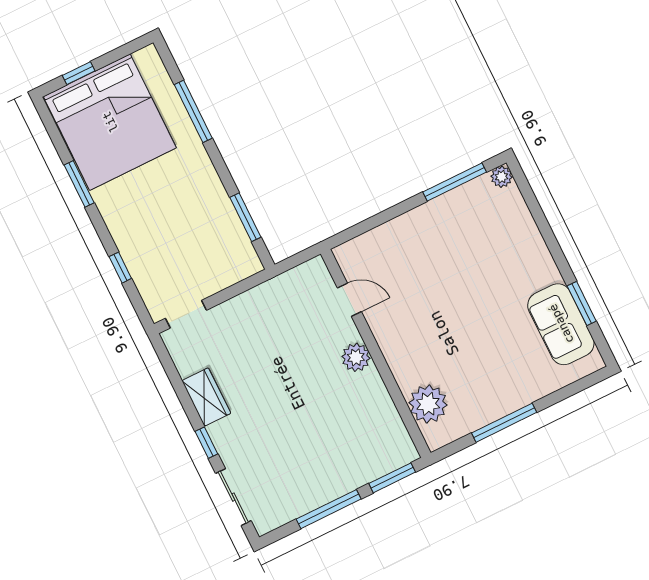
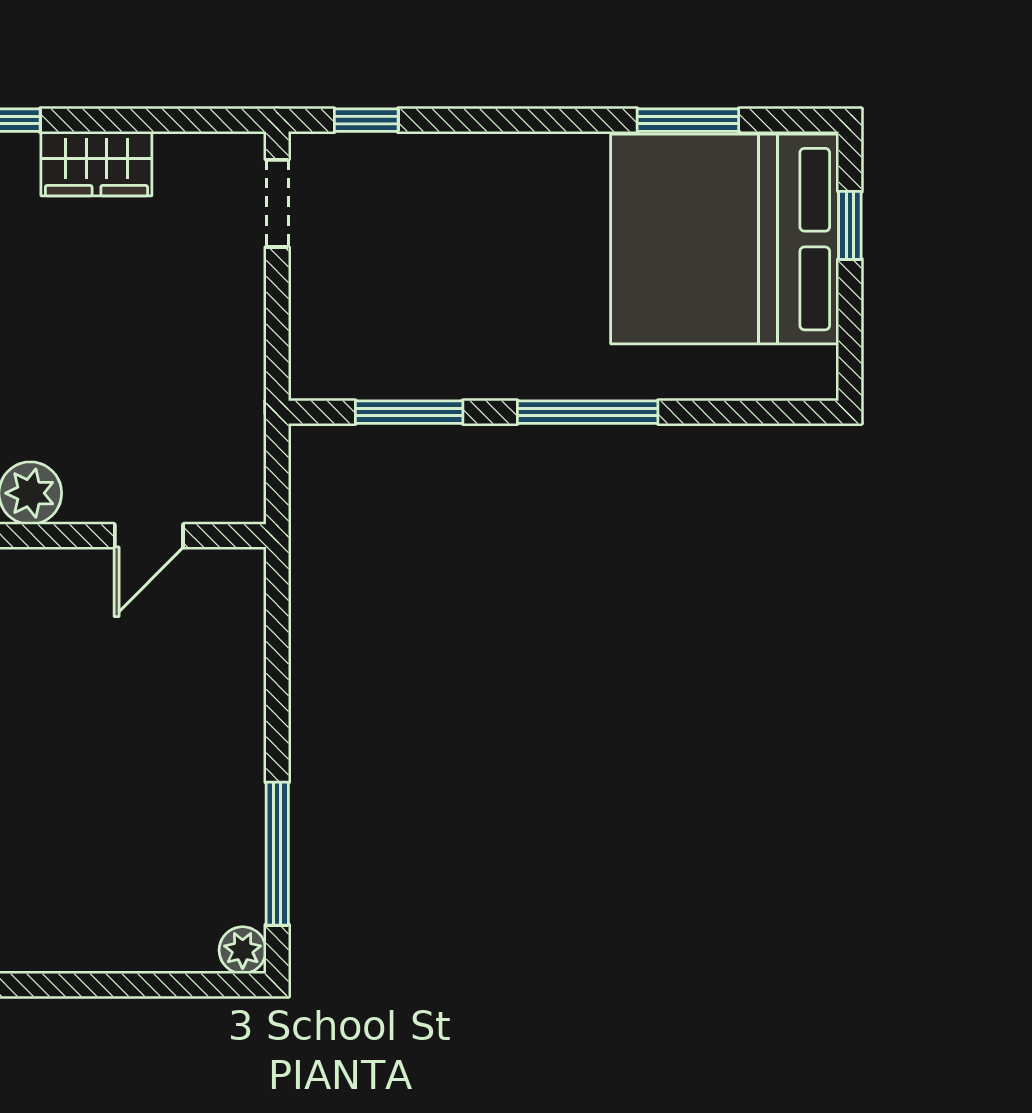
window: (193, 111) -> (588, 412), moved
window: (79, 184) -> (688, 120), moved
window: (120, 268) -> (366, 120), moved

